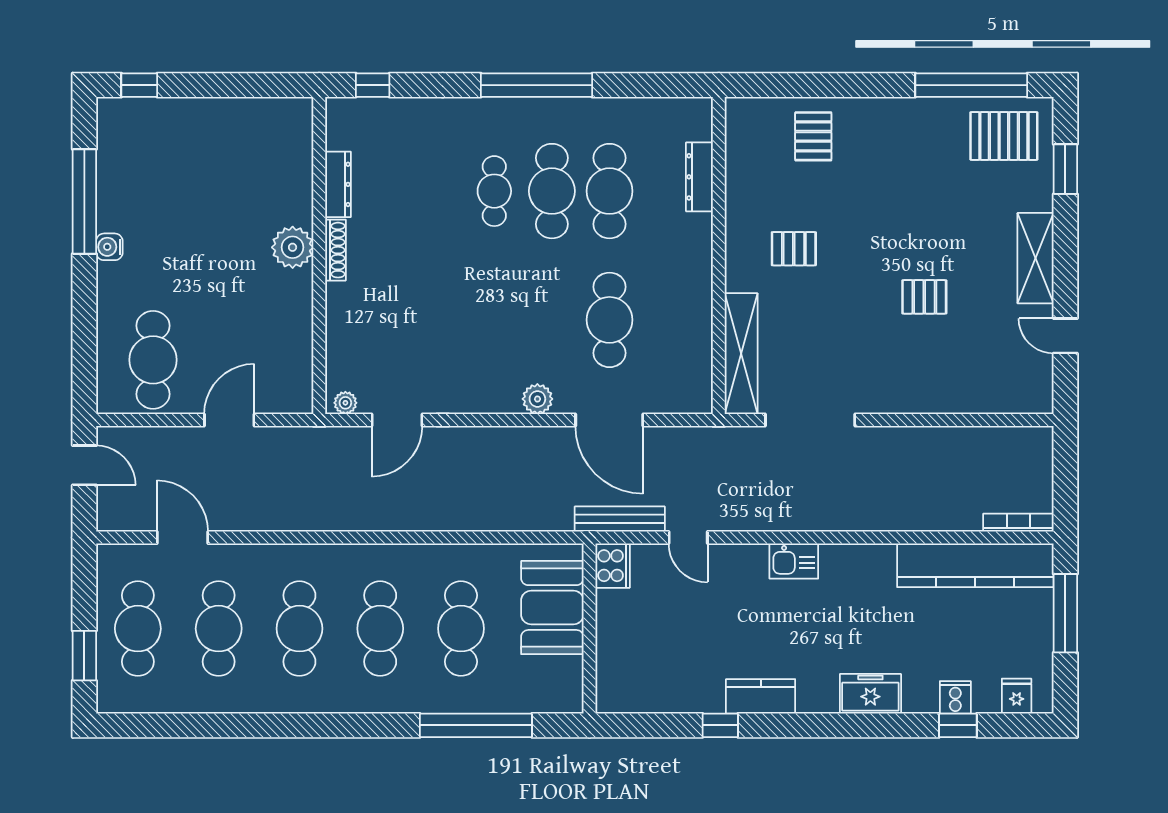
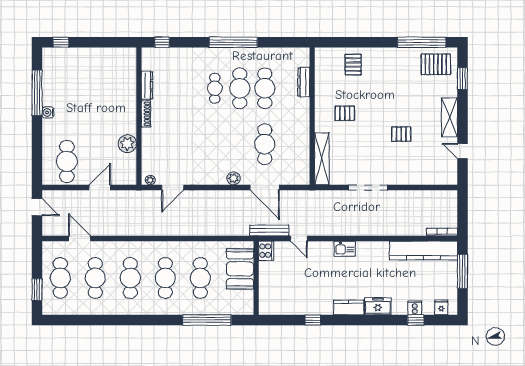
plant: (293, 247) -> (127, 144), moved
doorway: (810, 420) -> (368, 188), moved
kitchen counter: (761, 696) -> (349, 307), moved

